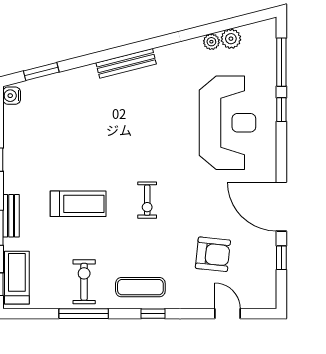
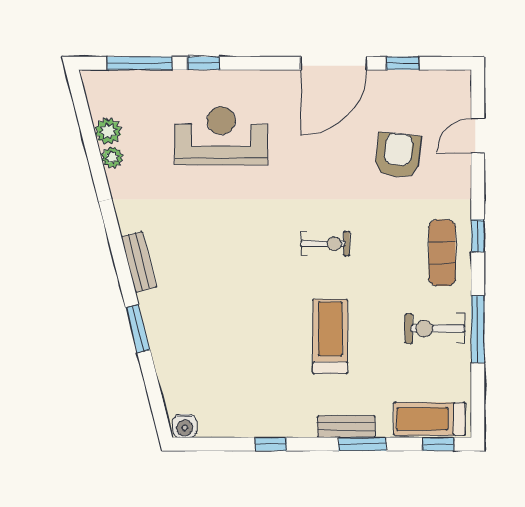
bench: (126, 63) -> (139, 262), width x0.73
window: (41, 72) -> (138, 329), moved
reception desk: (227, 123) -> (221, 136), width x0.74, depth x0.77

